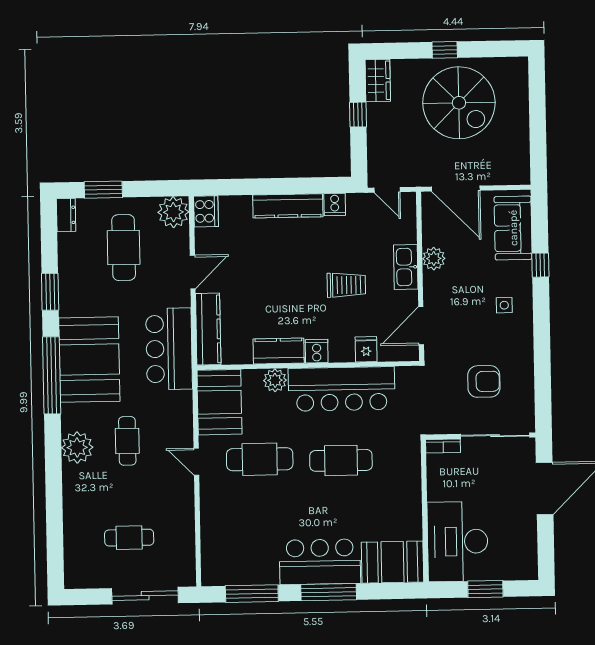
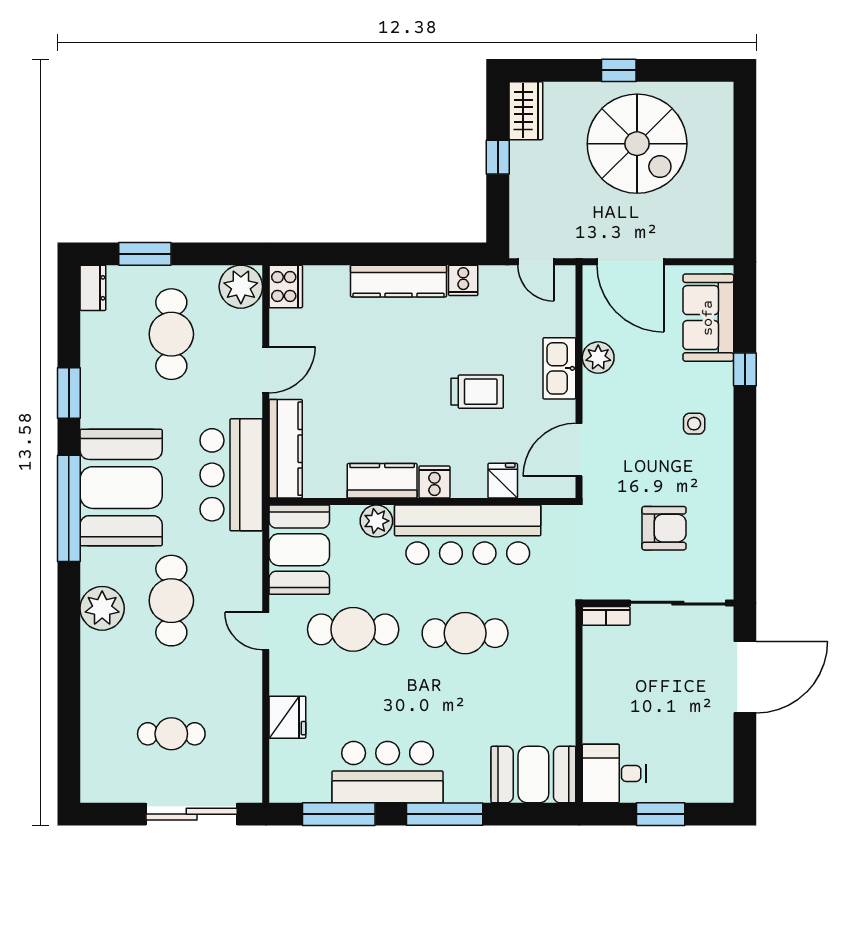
cafe table: (127, 441) -> (171, 601), width x1.37, depth x1.35
fridge: (213, 524) -> (287, 717), added
desk: (458, 542) -> (614, 773), width x0.53, depth x0.77
bar counter: (320, 562) -> (388, 772), moved

